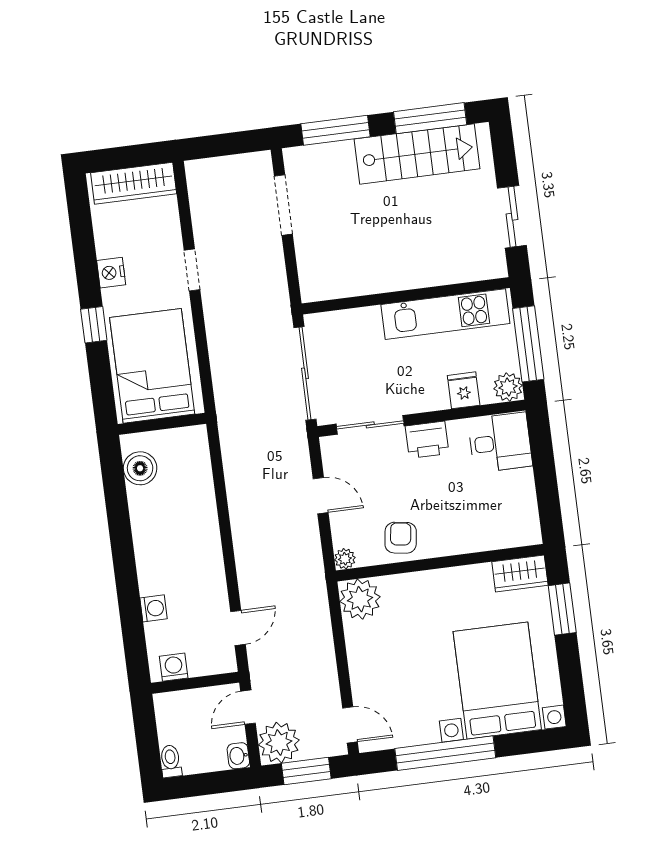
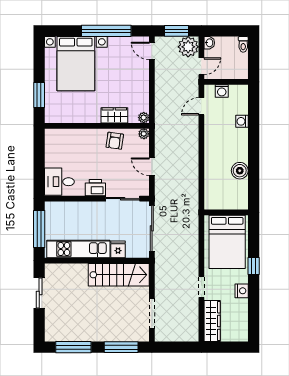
stairs: (417, 154) -> (119, 275), moved, turned 180
wardrobe: (134, 183) -> (212, 321), moved, turned 90
plant: (508, 387) -> (52, 209), removed
fridge: (464, 390) -> (118, 249), moved, turned 180
boiler: (140, 468) -> (240, 171), moved
wardrobe: (520, 573) -> (114, 115), moved
plant: (360, 599) -> (144, 118), width x0.53, depth x0.53
washing machine: (174, 667) -> (222, 91), moved

